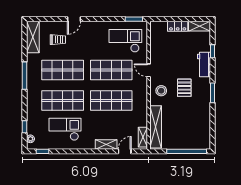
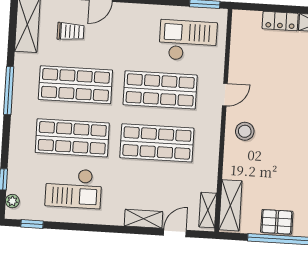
door: (149, 70) -> (225, 95), swing flipped
pallet: (184, 88) -> (277, 222), moved, turned 90
shelving: (156, 127) -> (230, 205), width x0.68
checkout: (65, 129) -> (74, 188), turned 180

